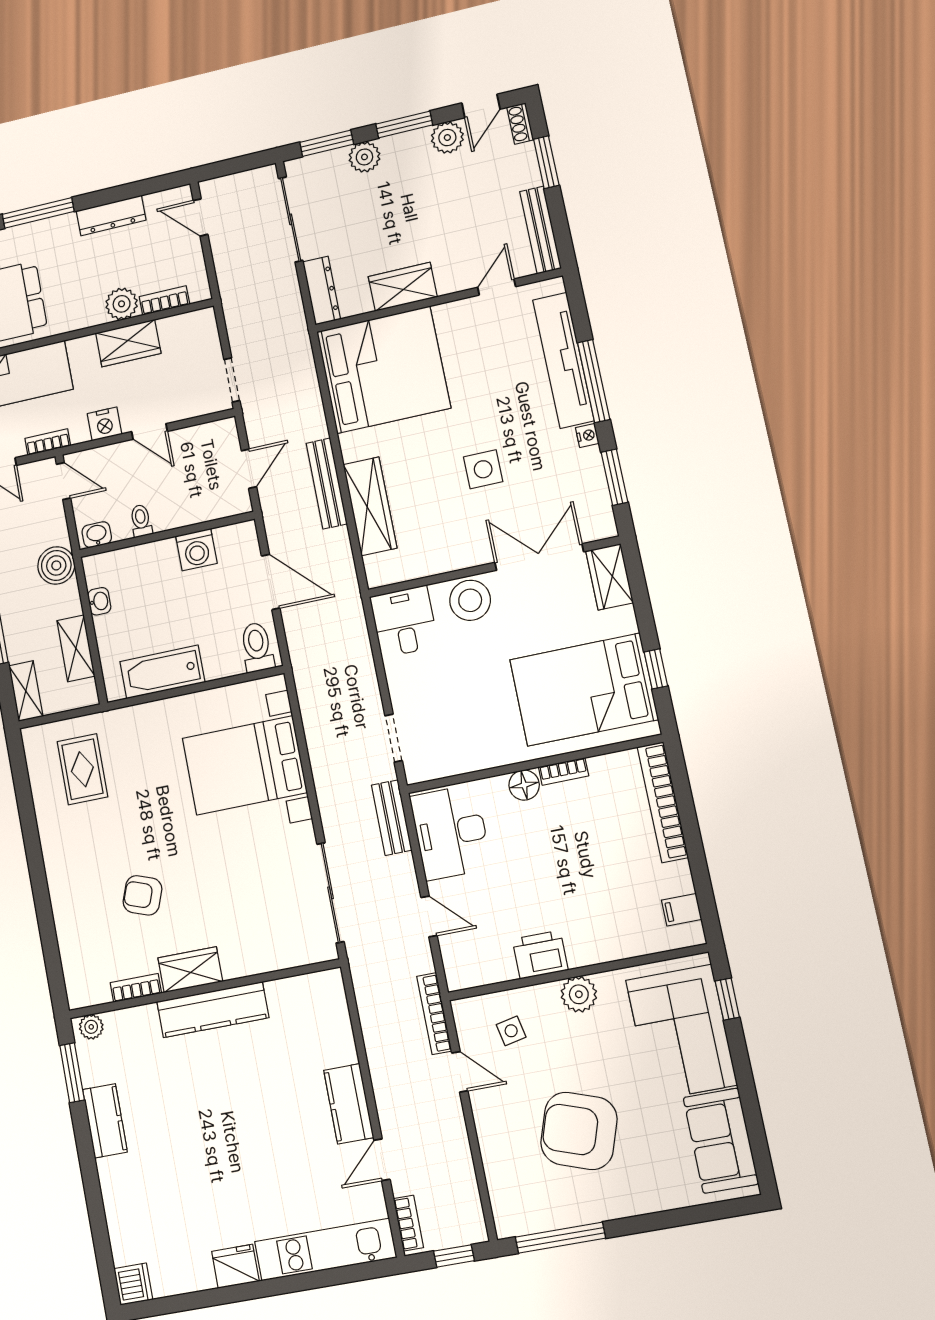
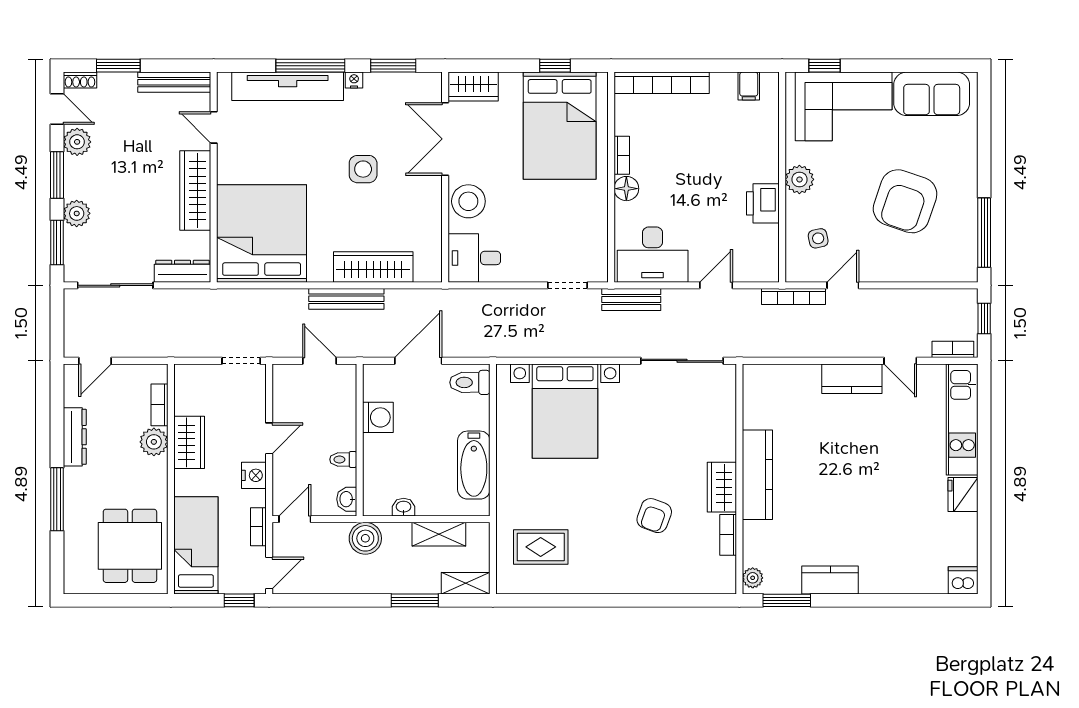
wardrobe: (403, 287) -> (195, 191), width x1.50

